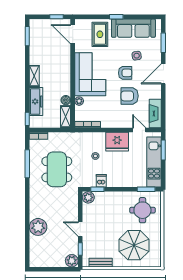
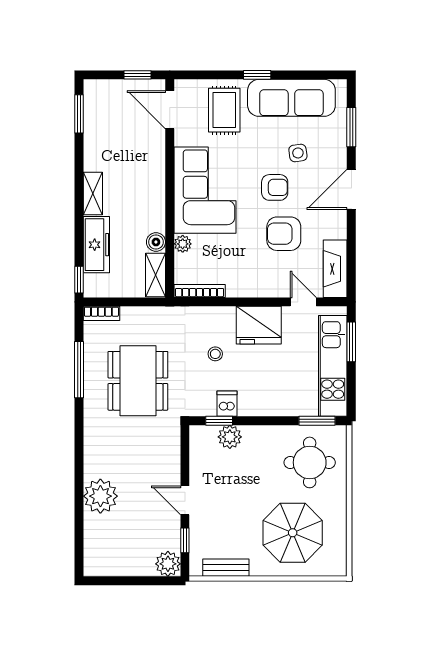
plant: (88, 197) -> (230, 437), moved

